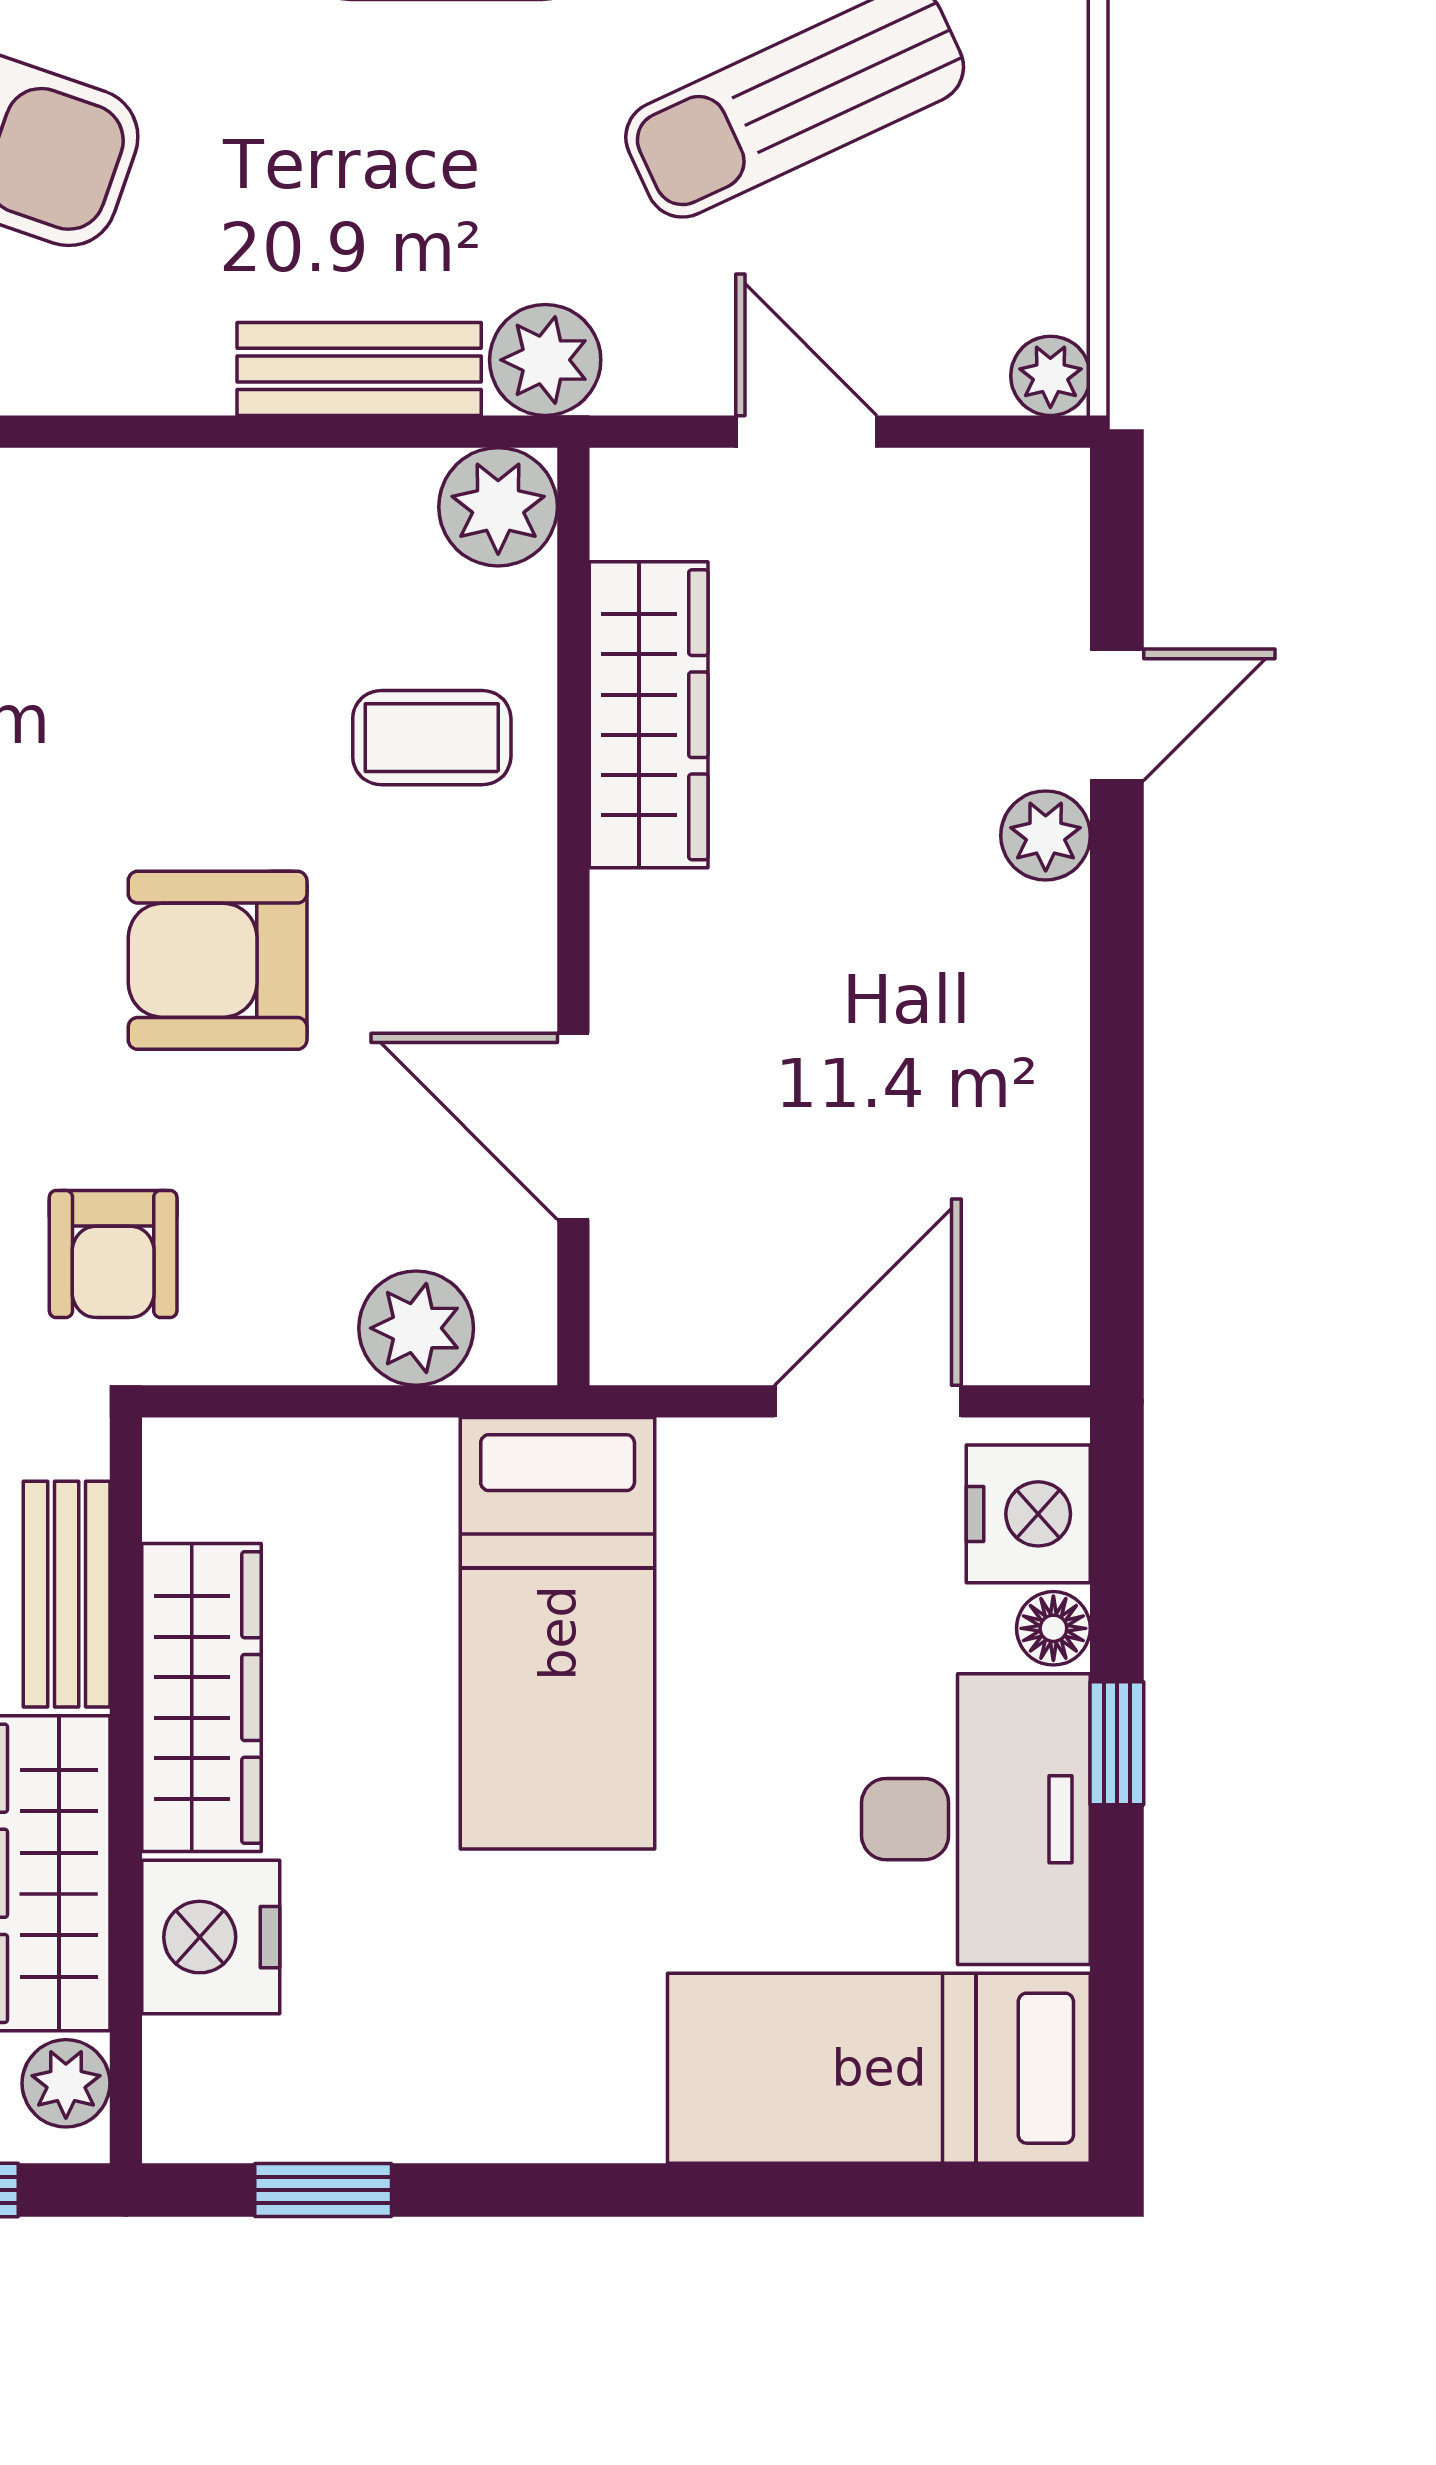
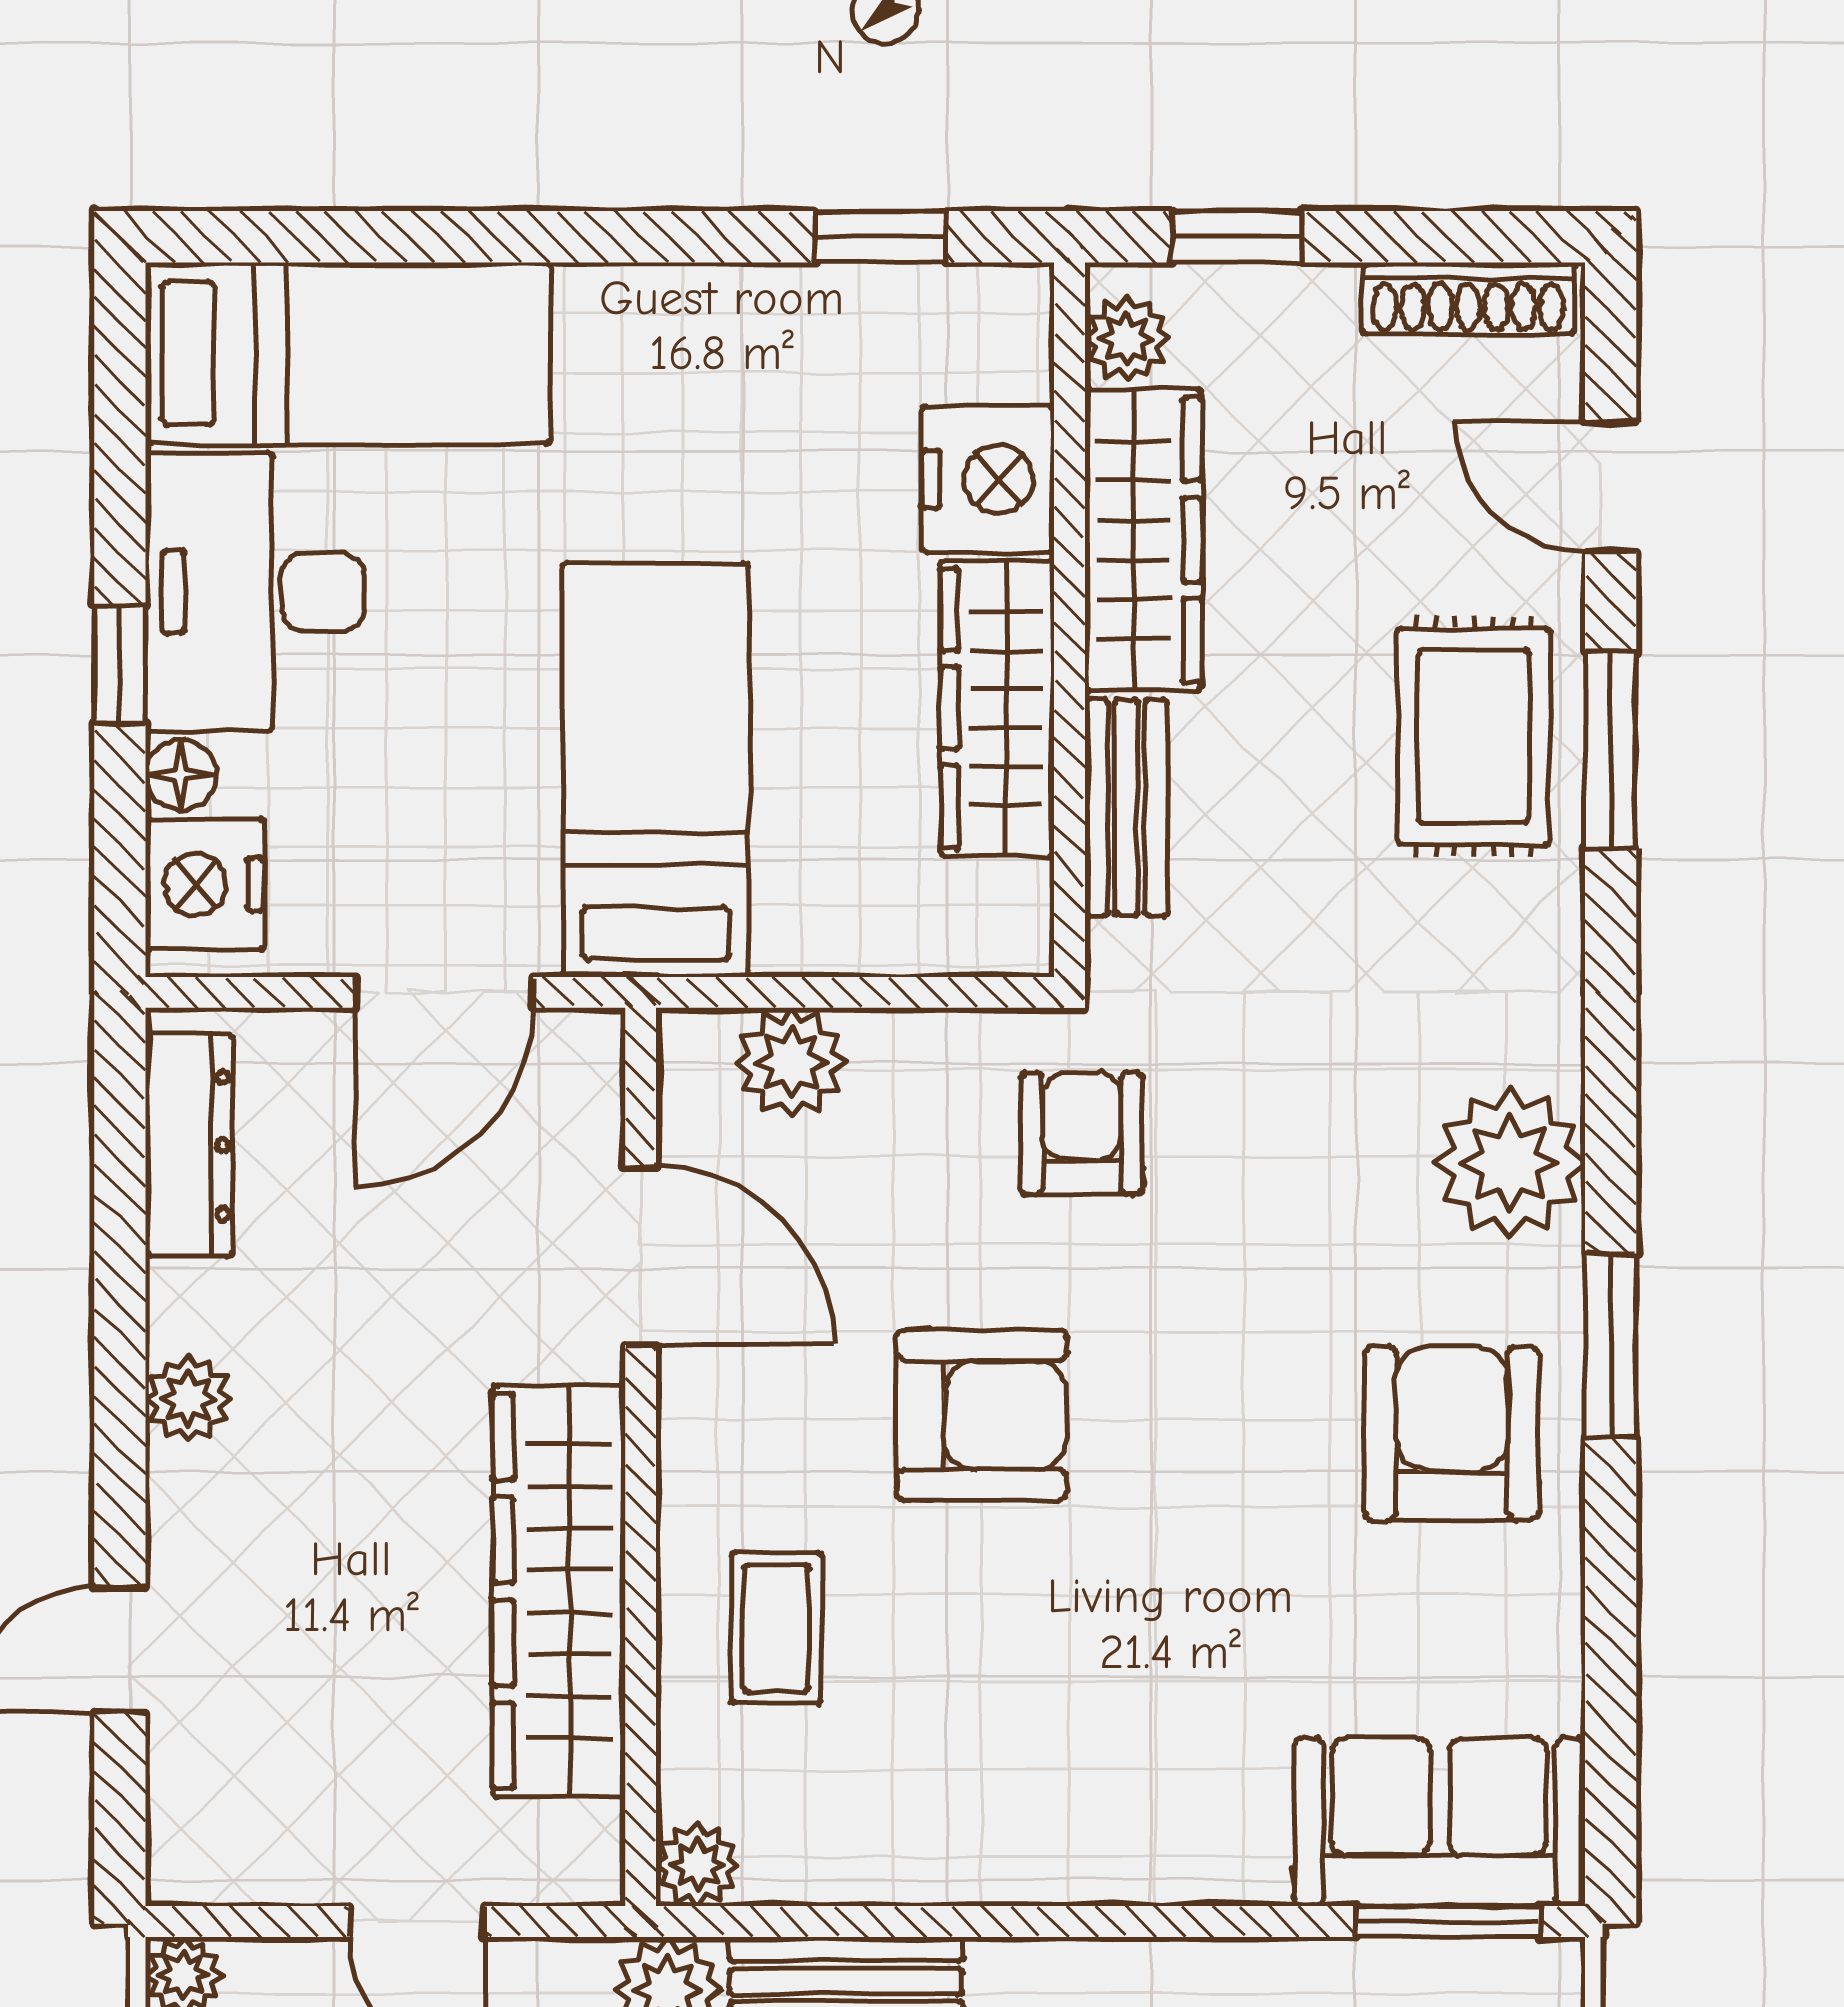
plant: (498, 507) -> (697, 1865), width x0.73, depth x0.73
wardrobe: (649, 715) -> (559, 1591), width x1.40, depth x1.17
coffee table: (432, 738) -> (776, 1628), turned 90
plant: (1046, 835) -> (188, 1399), moved
dresser: (1045, 1242) -> (189, 1145), added
door: (868, 1401) -> (444, 992), moved

